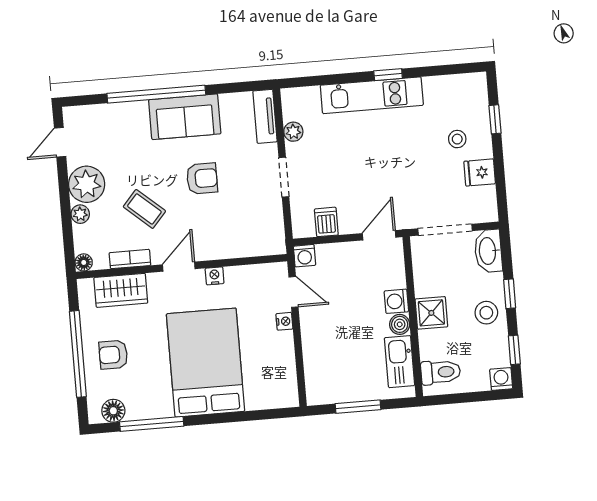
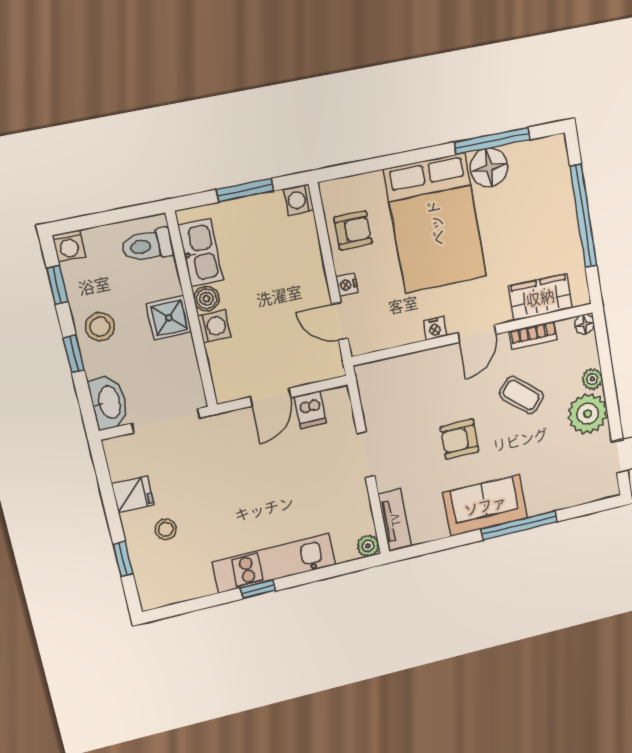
window: (156, 94) -> (519, 525), width x0.68
plant: (293, 132) -> (368, 546), moved
door: (379, 235) -> (271, 397), moved
washing machine: (305, 256) -> (299, 200), moved, turned -90
armchair: (113, 355) -> (353, 230), moved
floor lamp: (113, 411) -> (489, 167), moved, width x1.38, depth x1.38

